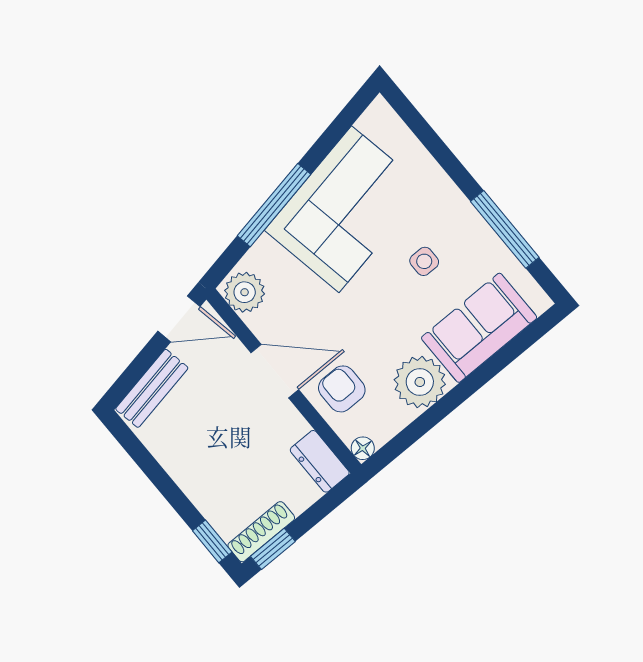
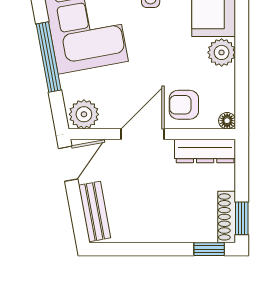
plant: (420, 382) -> (222, 52), width x0.73, depth x0.73
dresser: (320, 461) -> (205, 151), width x1.44

